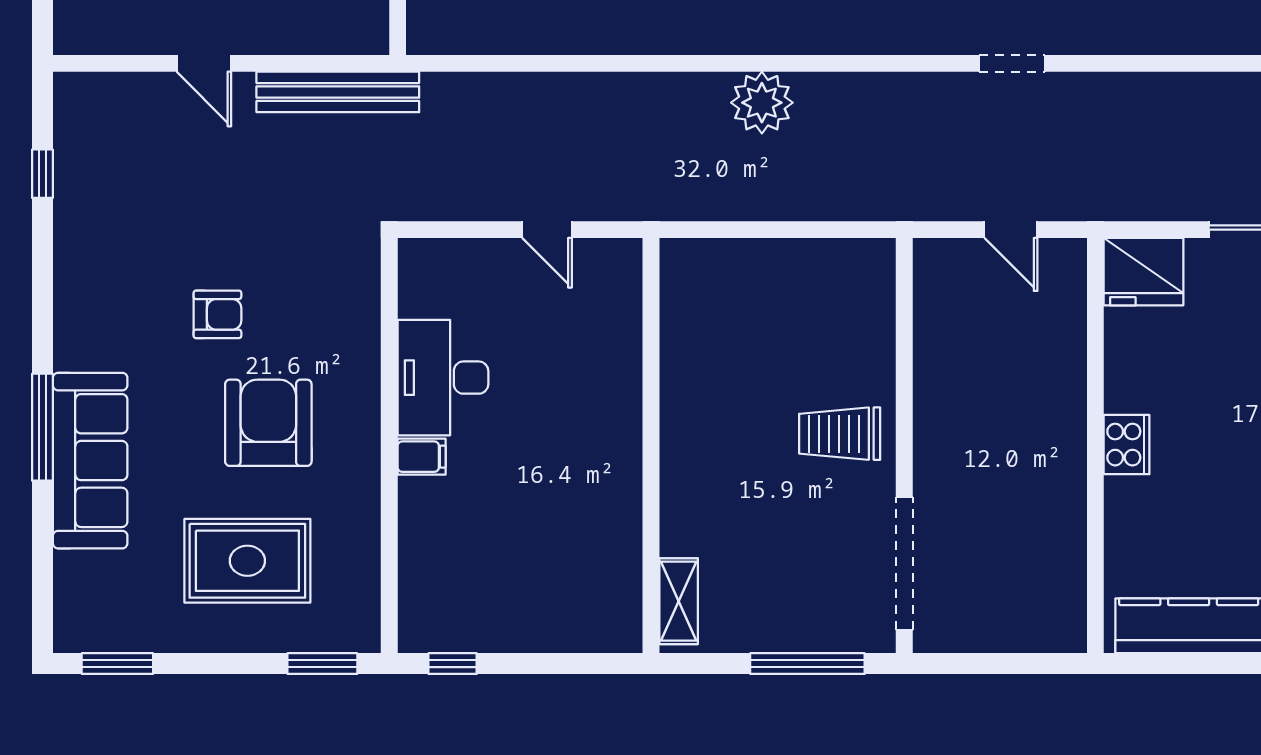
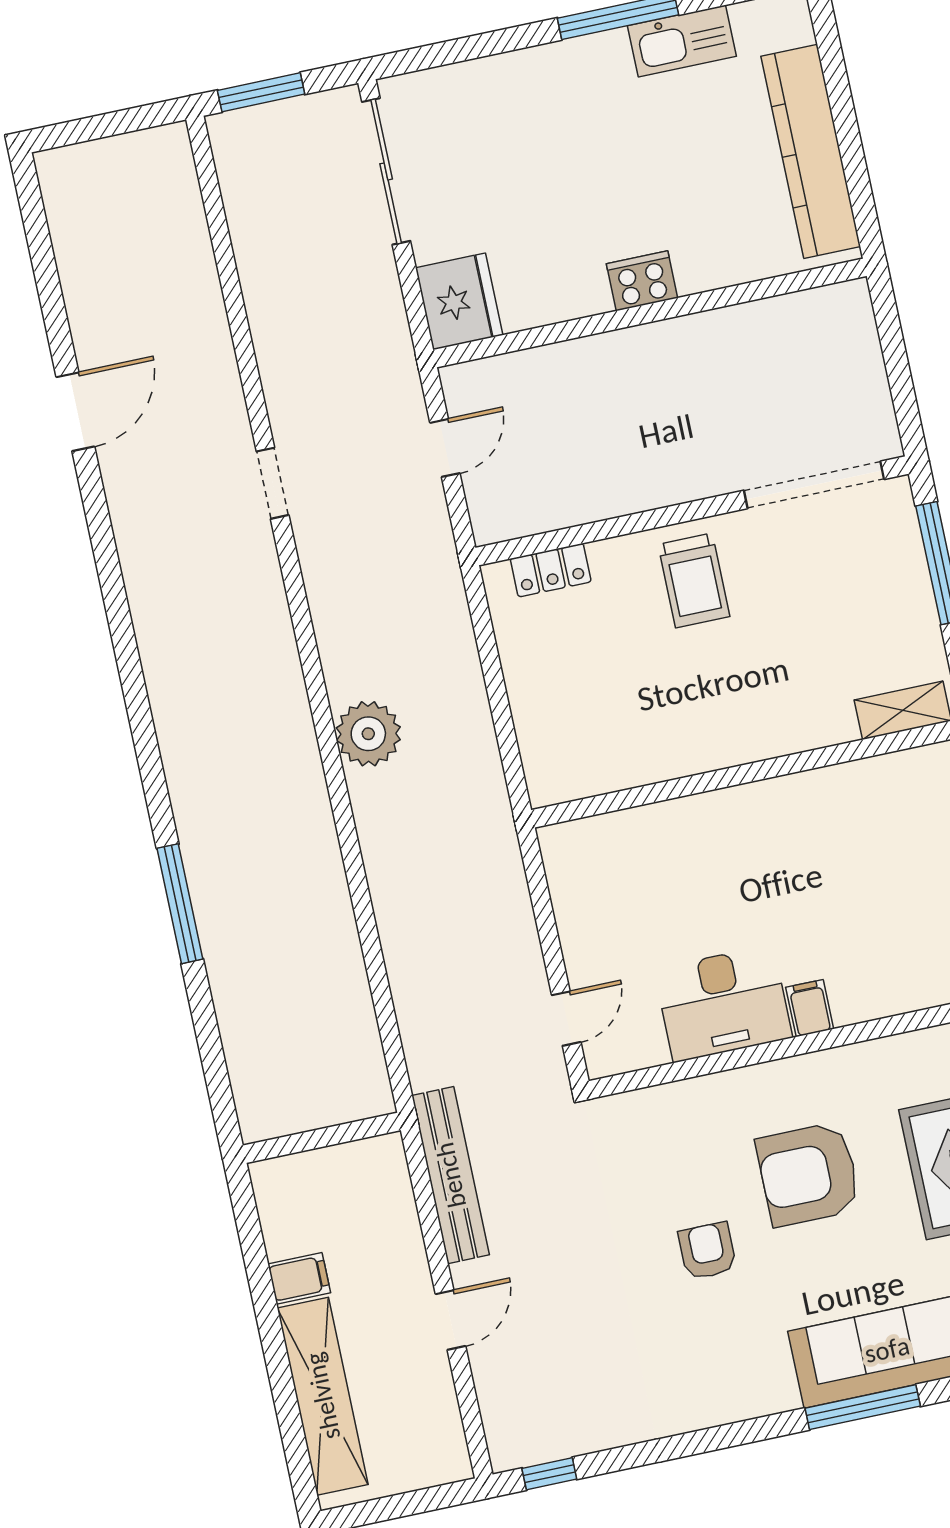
window: (42, 174) -> (549, 1474), moved
door: (547, 230) -> (566, 1019), moved
locker: (877, 303) -> (551, 570), added

